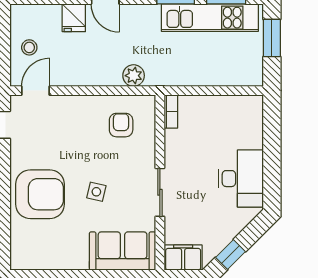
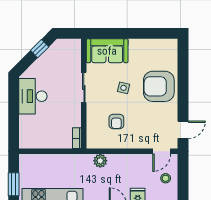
armchair: (121, 125) -> (116, 121), moved
filing cabinet: (183, 258) -> (69, 47), removed

